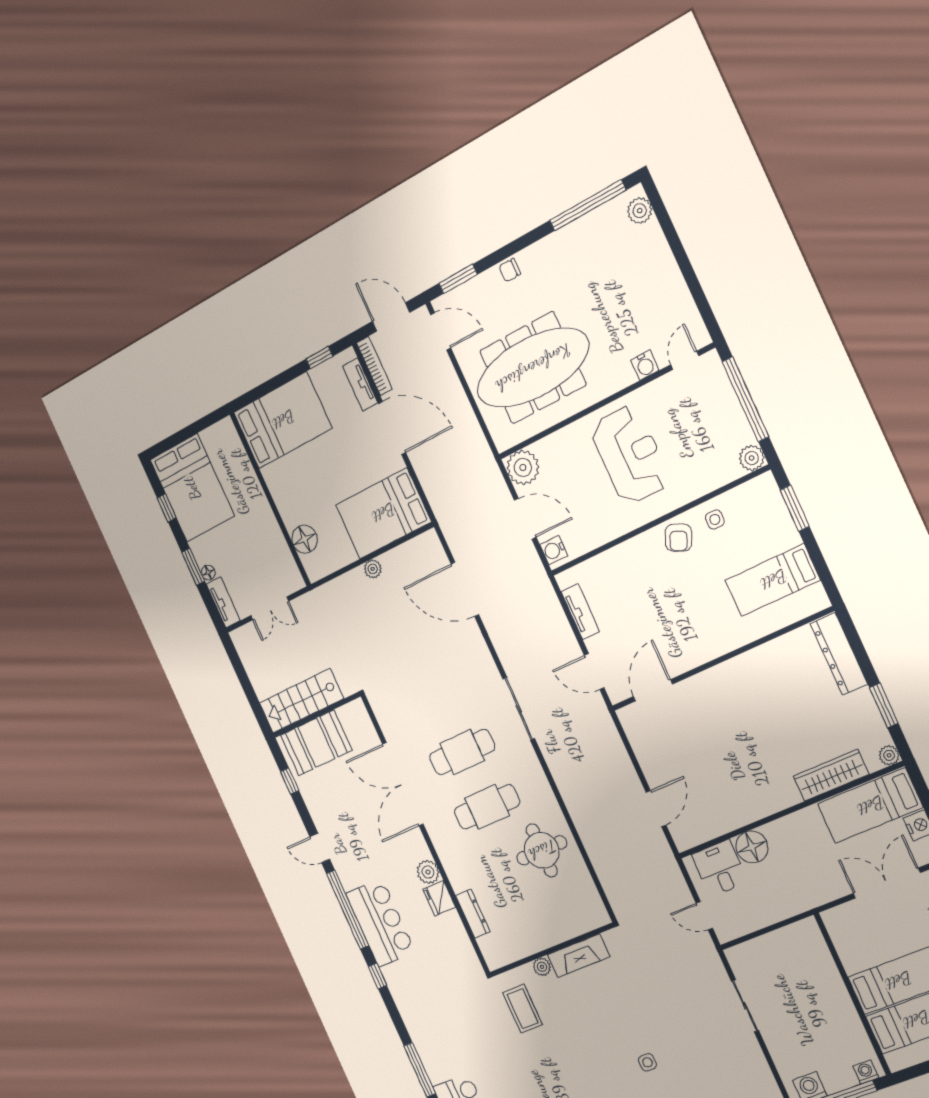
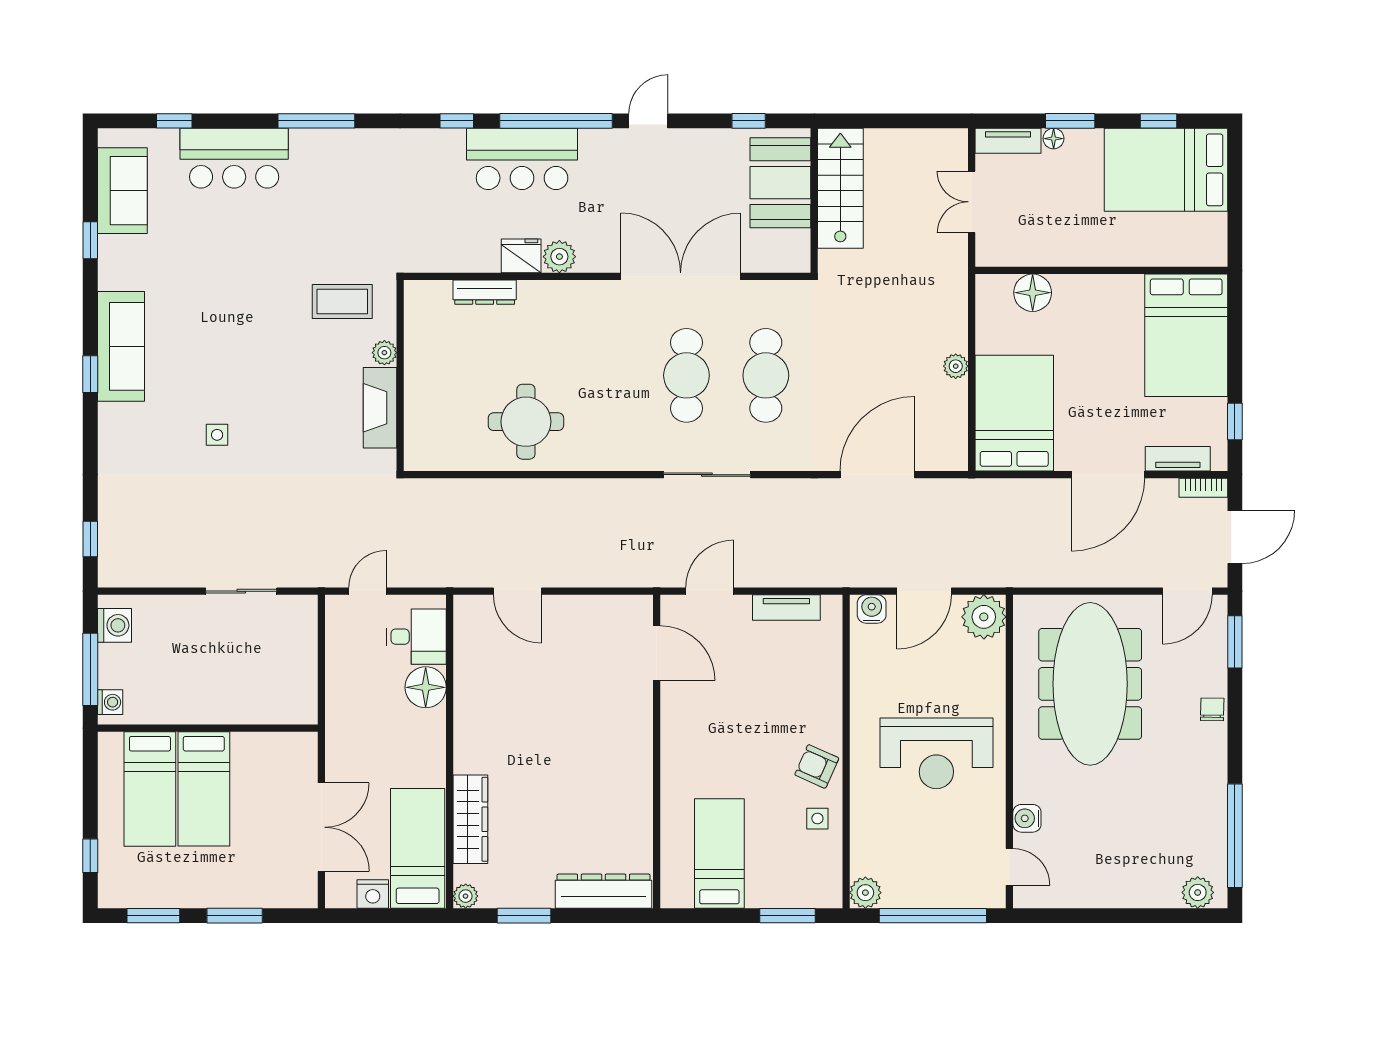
bookcase: (374, 366) -> (1203, 488), width x0.64
cafe table: (487, 807) -> (766, 375), moved

